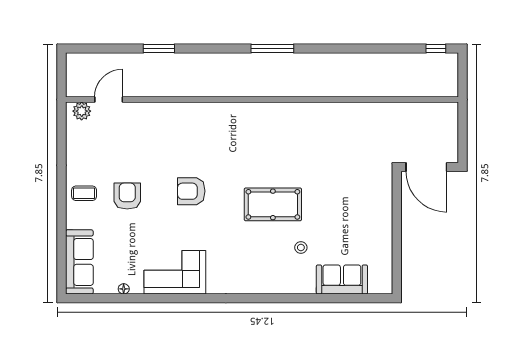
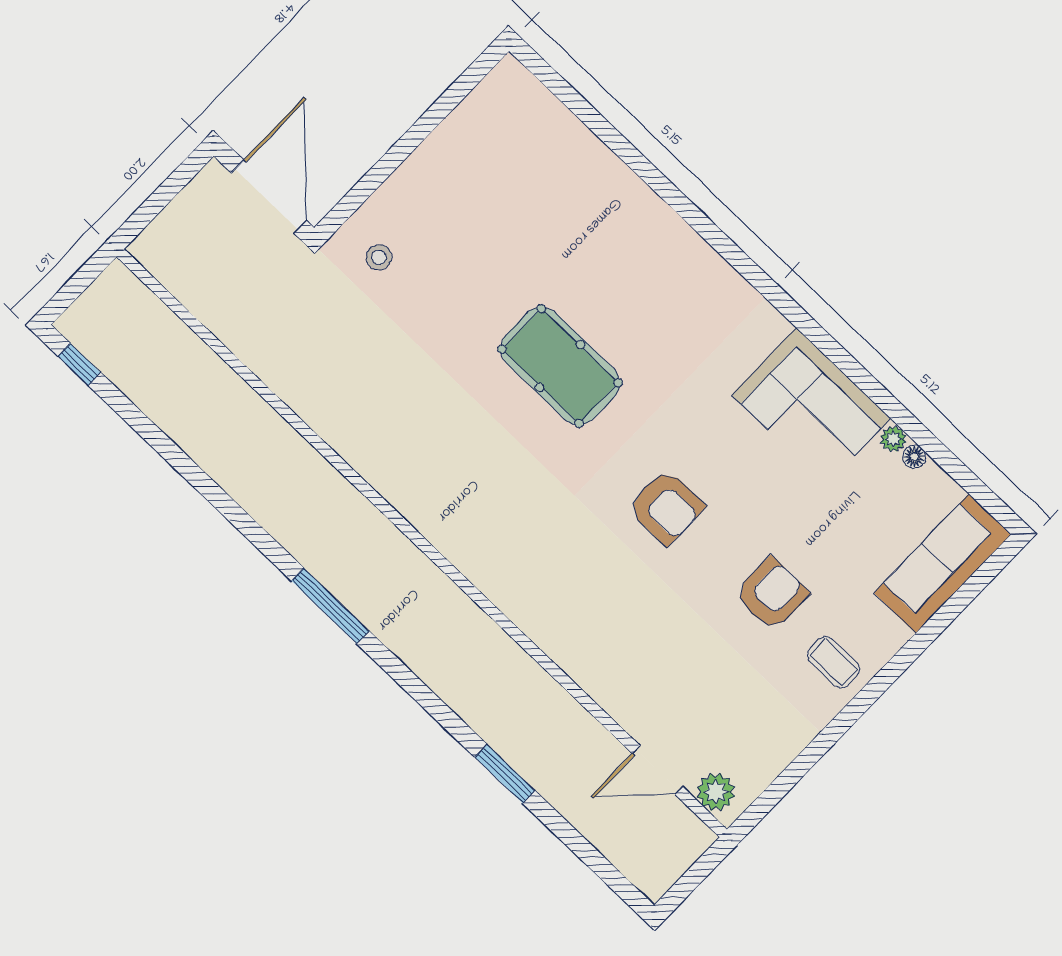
armchair: (127, 196) -> (772, 594), turned 180
stool: (301, 248) -> (379, 257), moved
sofa: (342, 280) -> (565, 148), removed
plant: (137, 288) -> (893, 439), added

